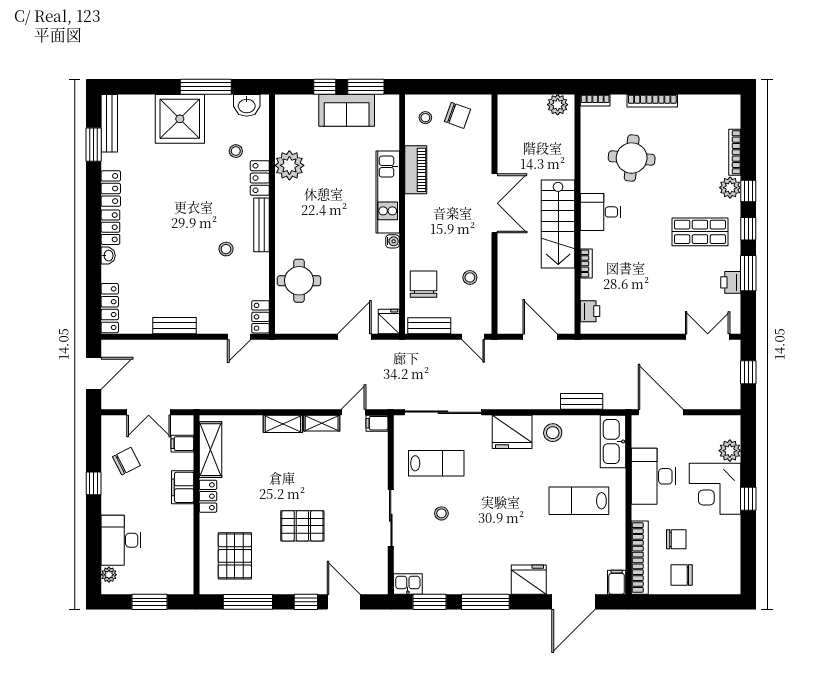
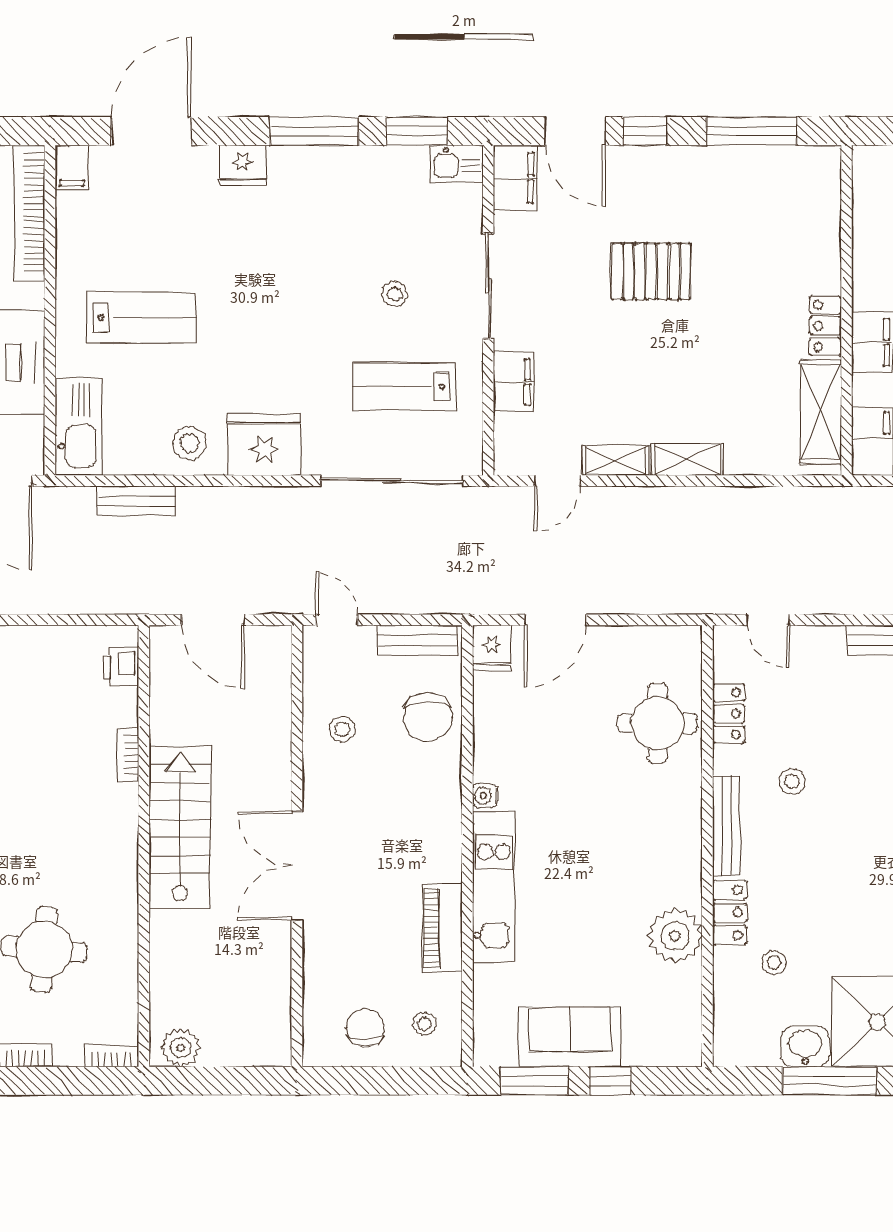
washbasin: (247, 105) -> (805, 1046), moved
chair: (458, 115) -> (365, 1028), turned 70
desk: (600, 212) -> (102, 850), removed
locker: (260, 317) -> (729, 714), moved
door: (239, 337) -> (768, 620), swing flipped
filing cabinet: (377, 423) -> (513, 382), moved, width x2.00
pallet: (235, 556) -> (776, 216), removed
filing cabinet: (376, 576) -> (515, 178), added
fridge: (529, 580) -> (242, 165), width x0.73, depth x0.75

